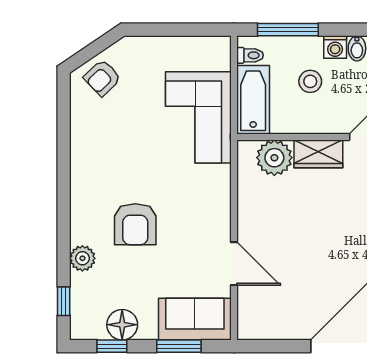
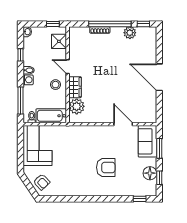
stool: (310, 81) -> (56, 85), moved
corner sofa: (198, 117) -> (37, 146), moved, turned -90
plant: (82, 258) -> (121, 191), removed
door: (234, 264) -> (123, 124), hinge flipped

